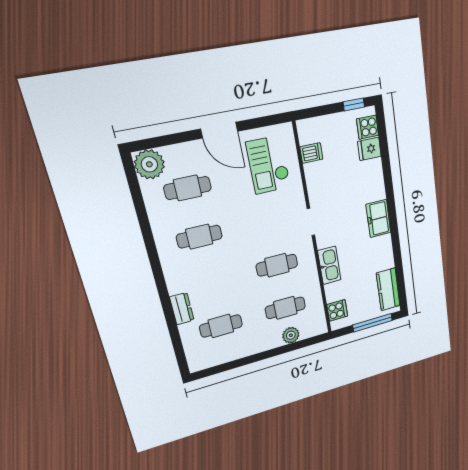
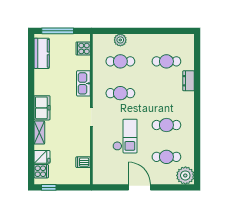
checkout: (268, 165) -> (125, 136), moved
shelving: (377, 183) -> (39, 133), added

